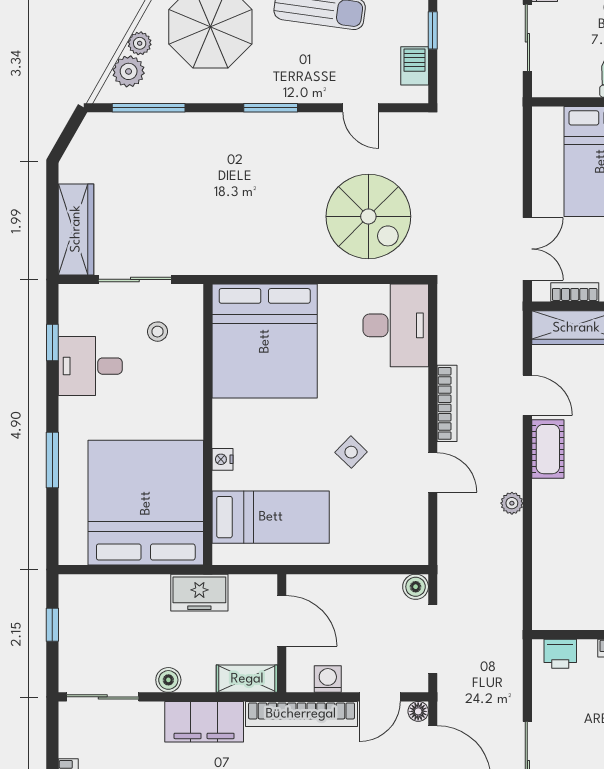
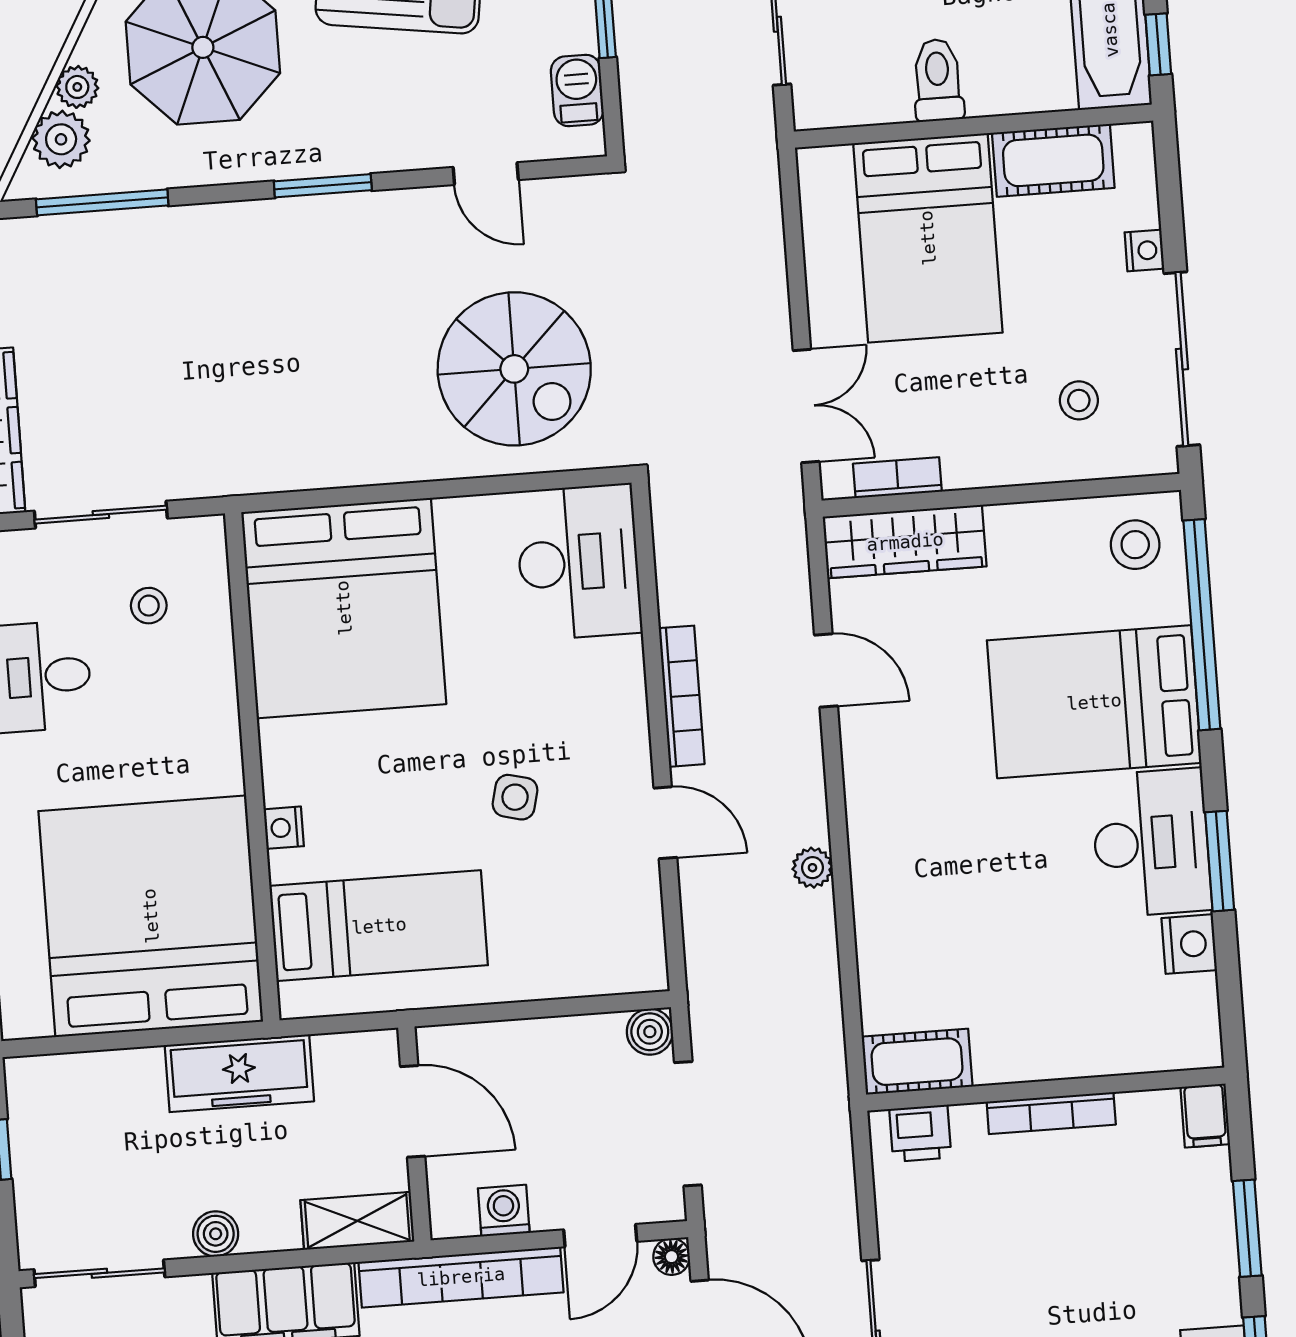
cot: (548, 449) -> (917, 1062), moved, turned 90
side table: (351, 452) -> (515, 797), turned -30
freezer: (199, 593) -> (239, 1073), width x1.40

